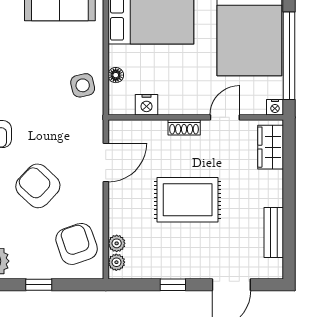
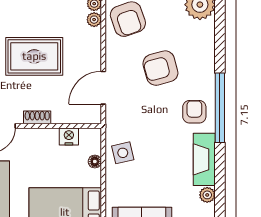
armchair: (38, 186) -> (160, 68), turned 122

